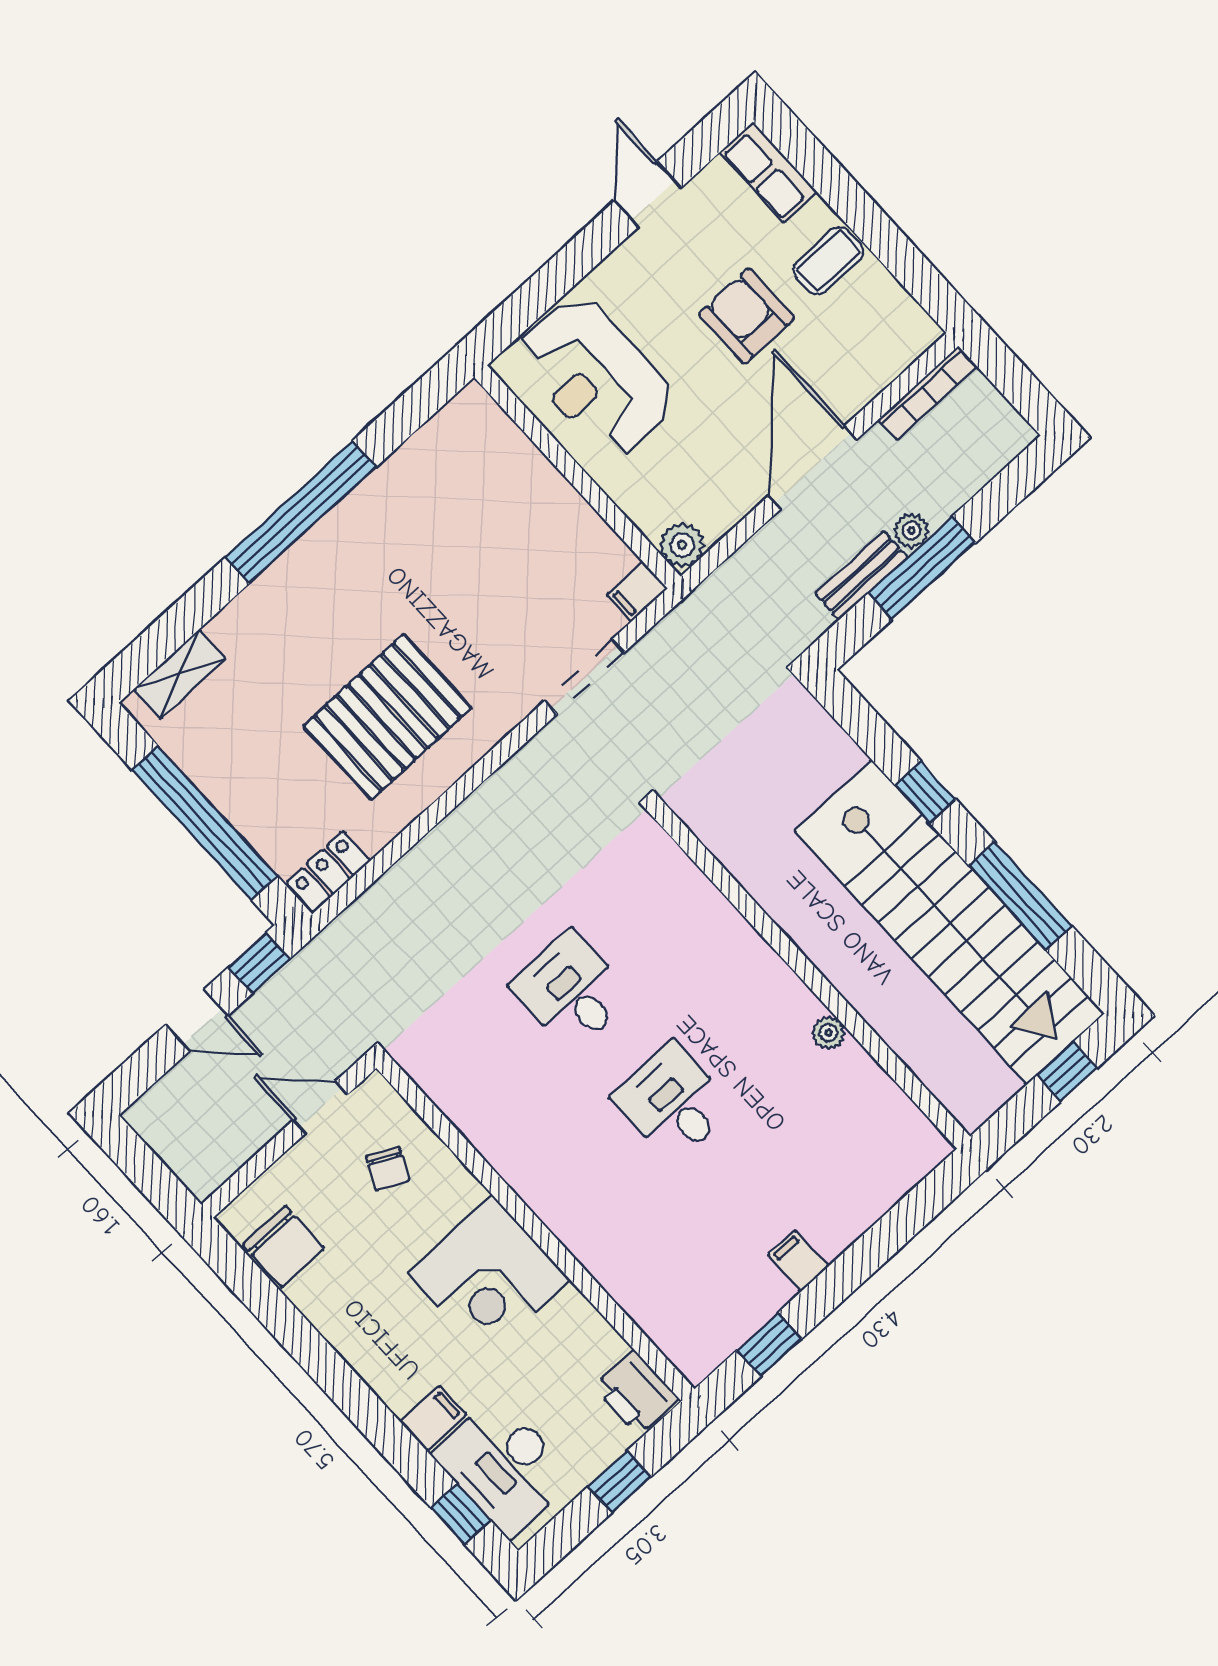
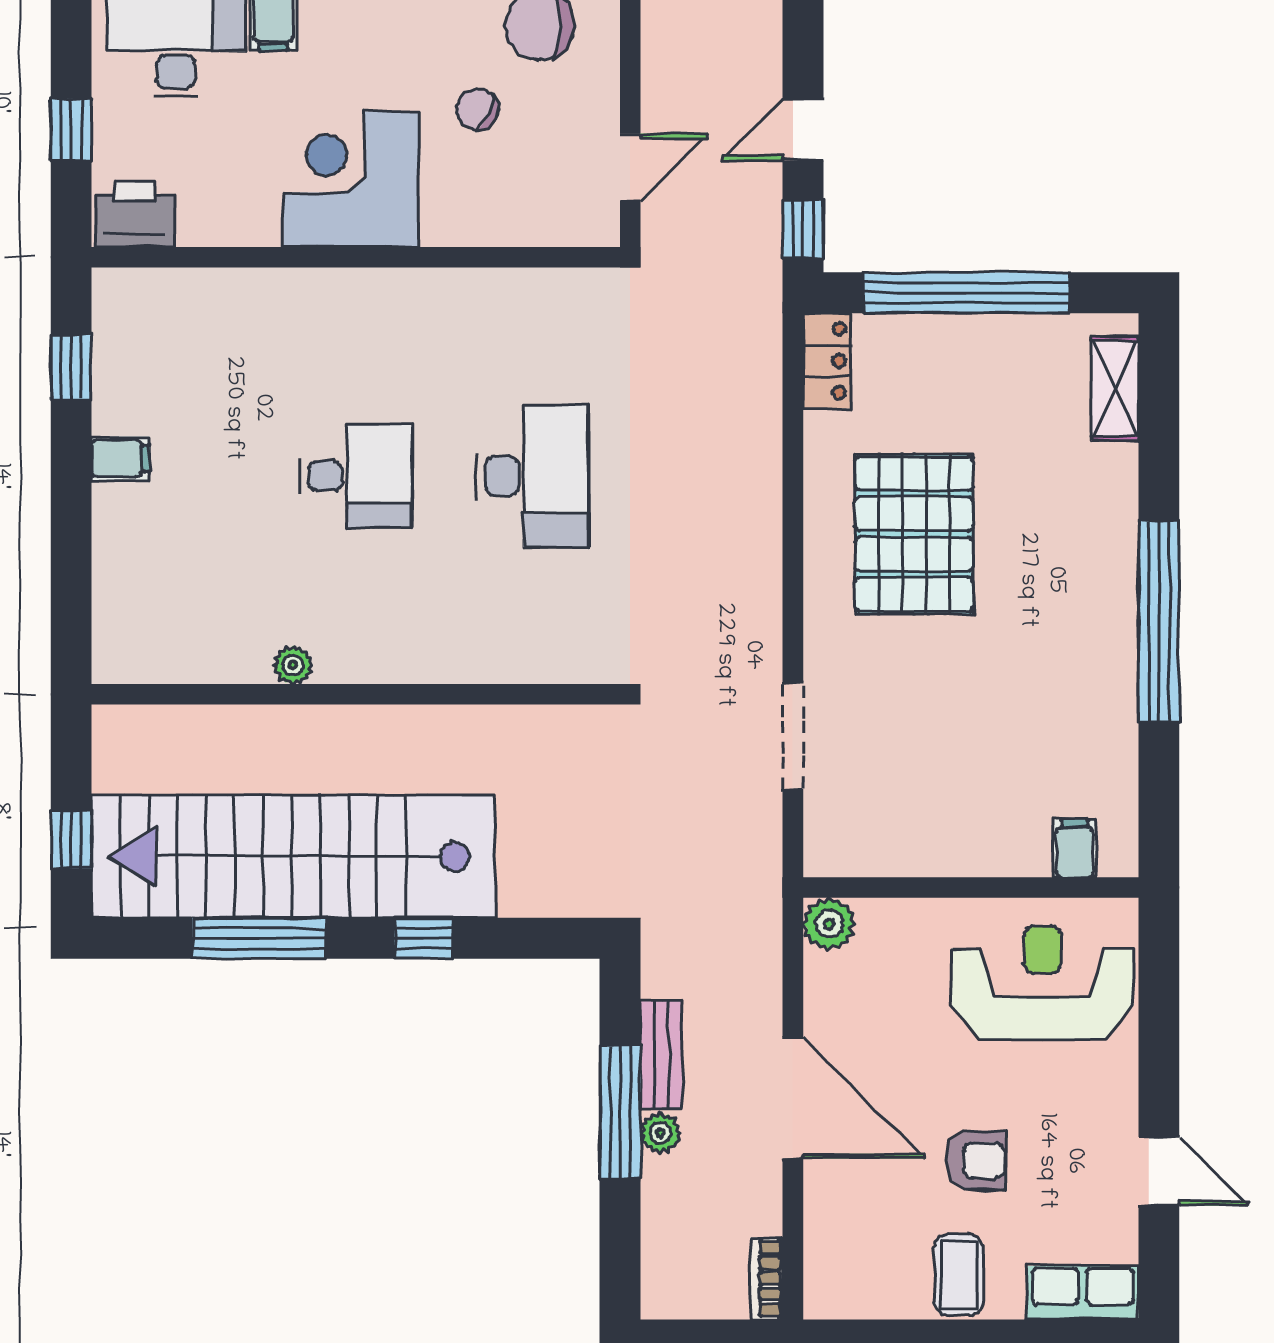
armchair: (747, 316) -> (976, 1160), width x0.72, depth x0.72
bookcase: (928, 393) -> (766, 1279), width x0.64
filing cabinet: (637, 591) -> (1075, 848), moved
desk: (571, 991) -> (532, 476), width x1.37
chair: (388, 1169) -> (478, 109), moved

